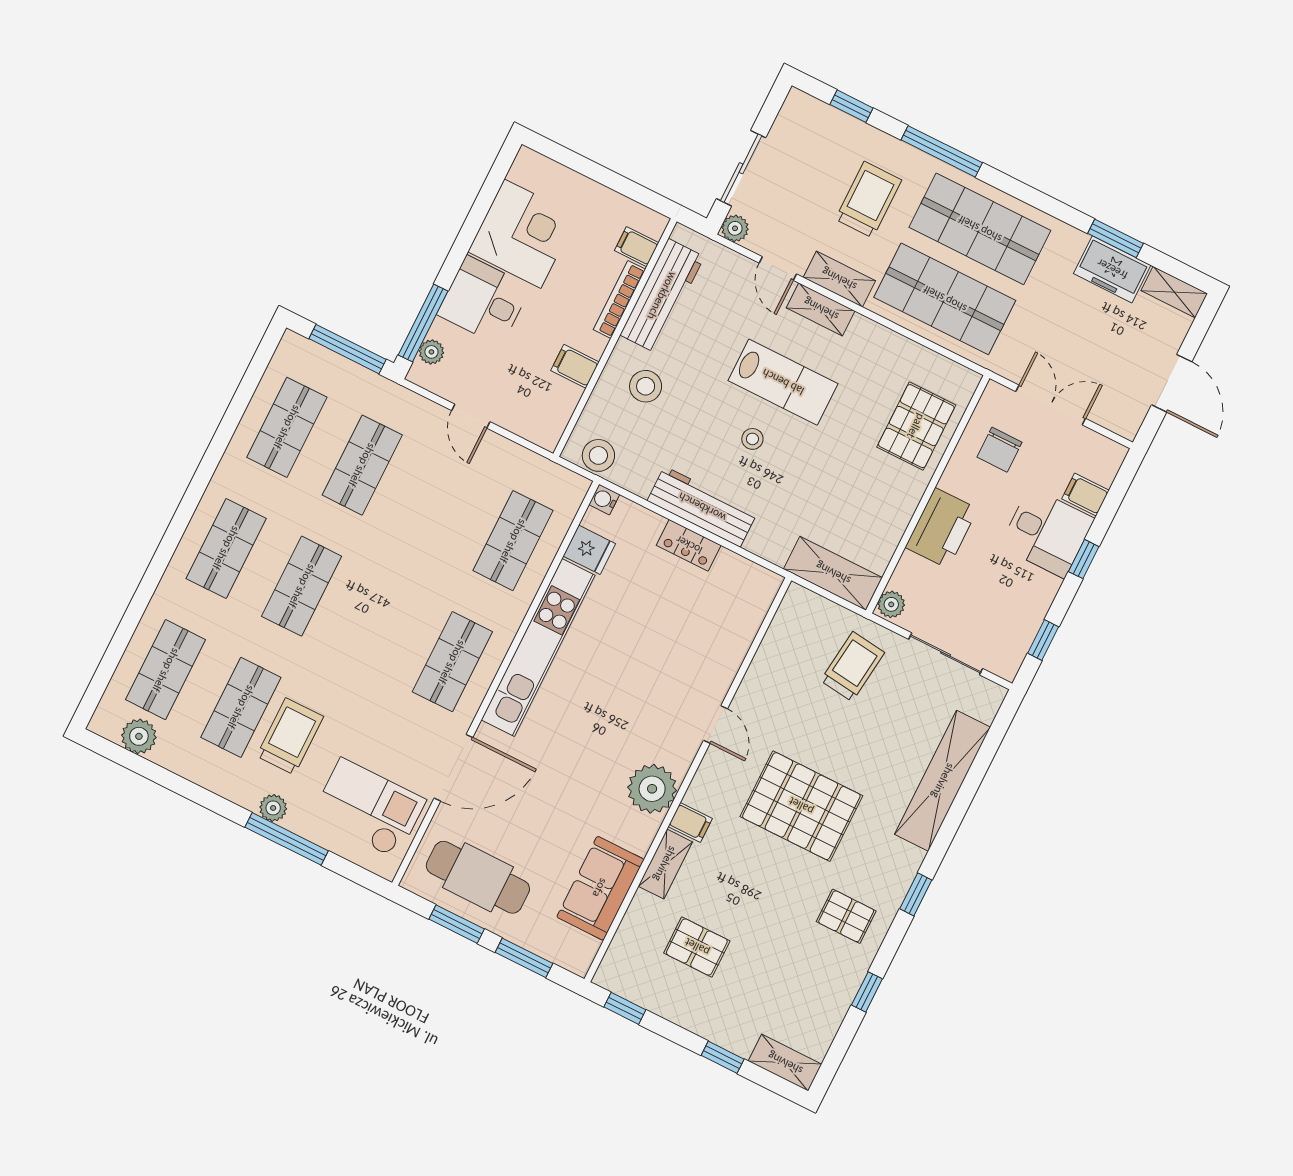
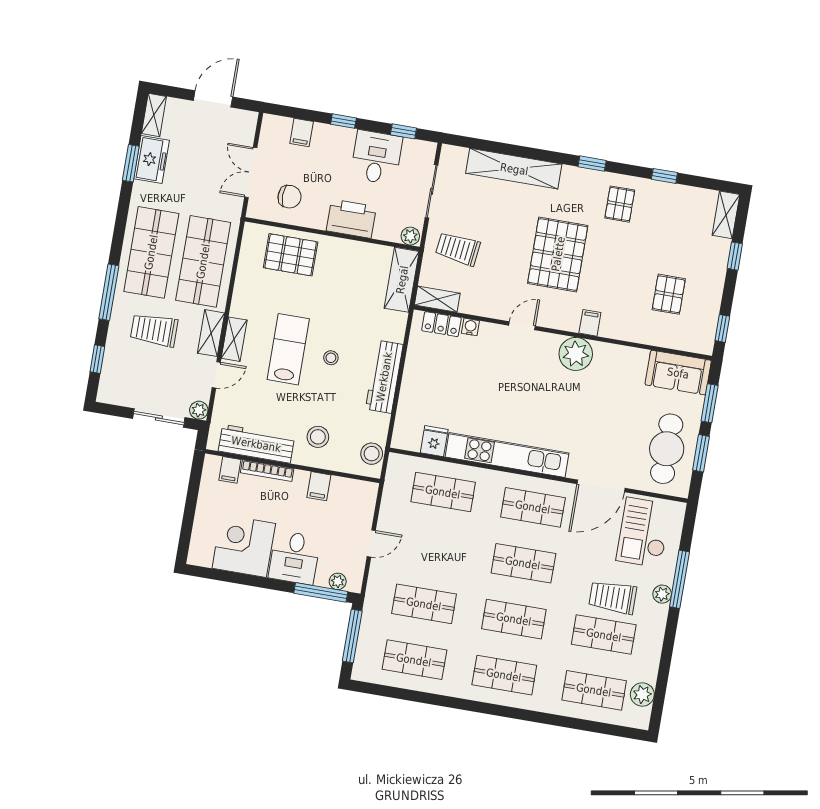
water cooler: (604, 500) -> (470, 327), moved, turned 180
desk: (1047, 532) -> (376, 157), moved
locker: (689, 545) -> (441, 324), moved, turned 90
shop shelf: (377, 624) -> (523, 563), added
door: (453, 768) -> (601, 486), swing flipped
shelving: (665, 864) -> (437, 299), moved
sofa: (600, 888) -> (678, 373), moved

